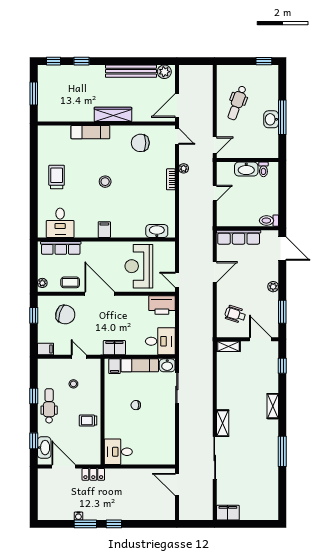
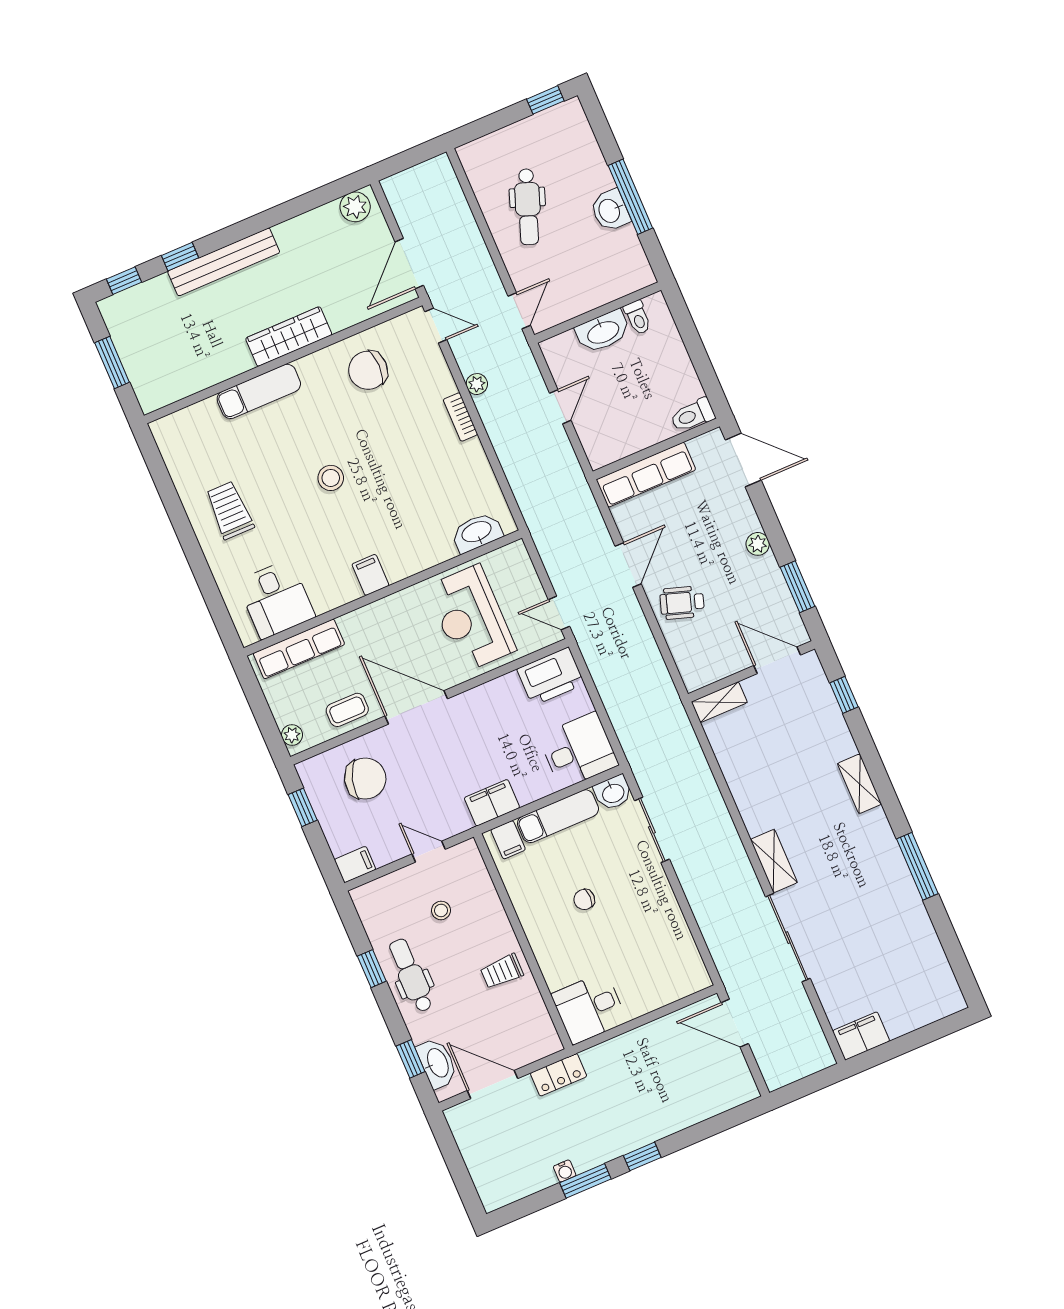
bench: (131, 71) -> (224, 262), moved
wheelchair: (235, 314) -> (682, 603), moved

